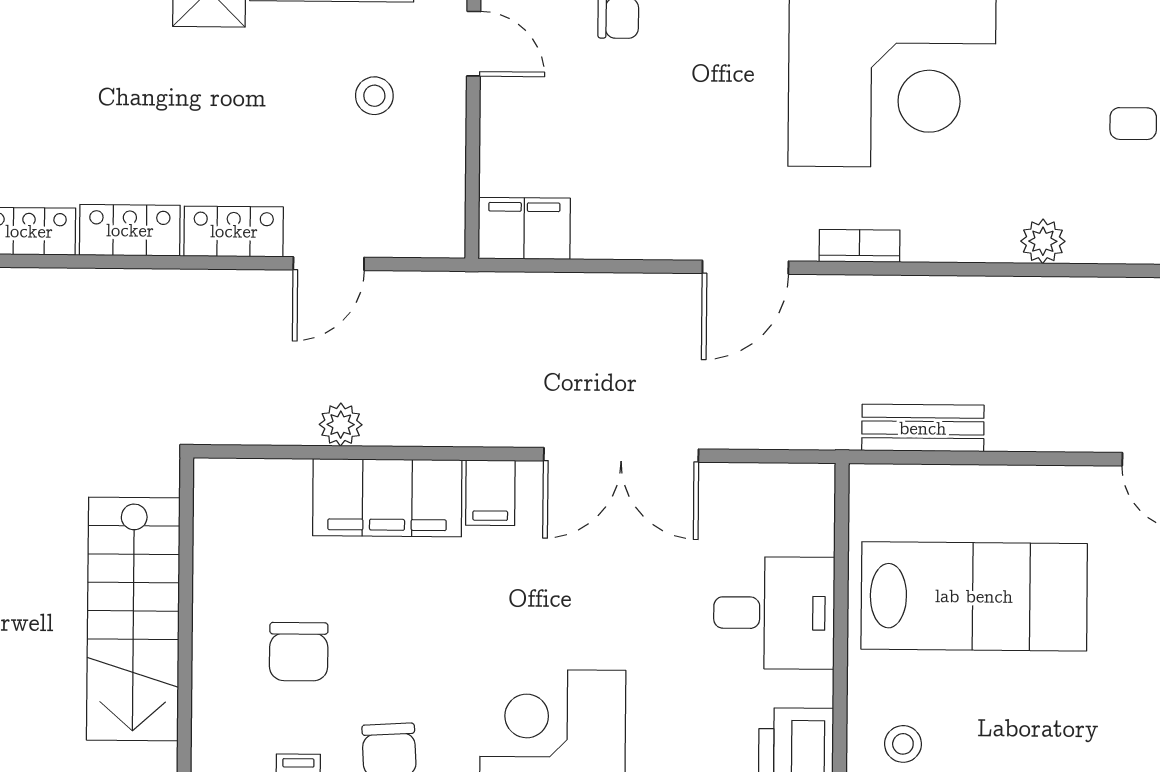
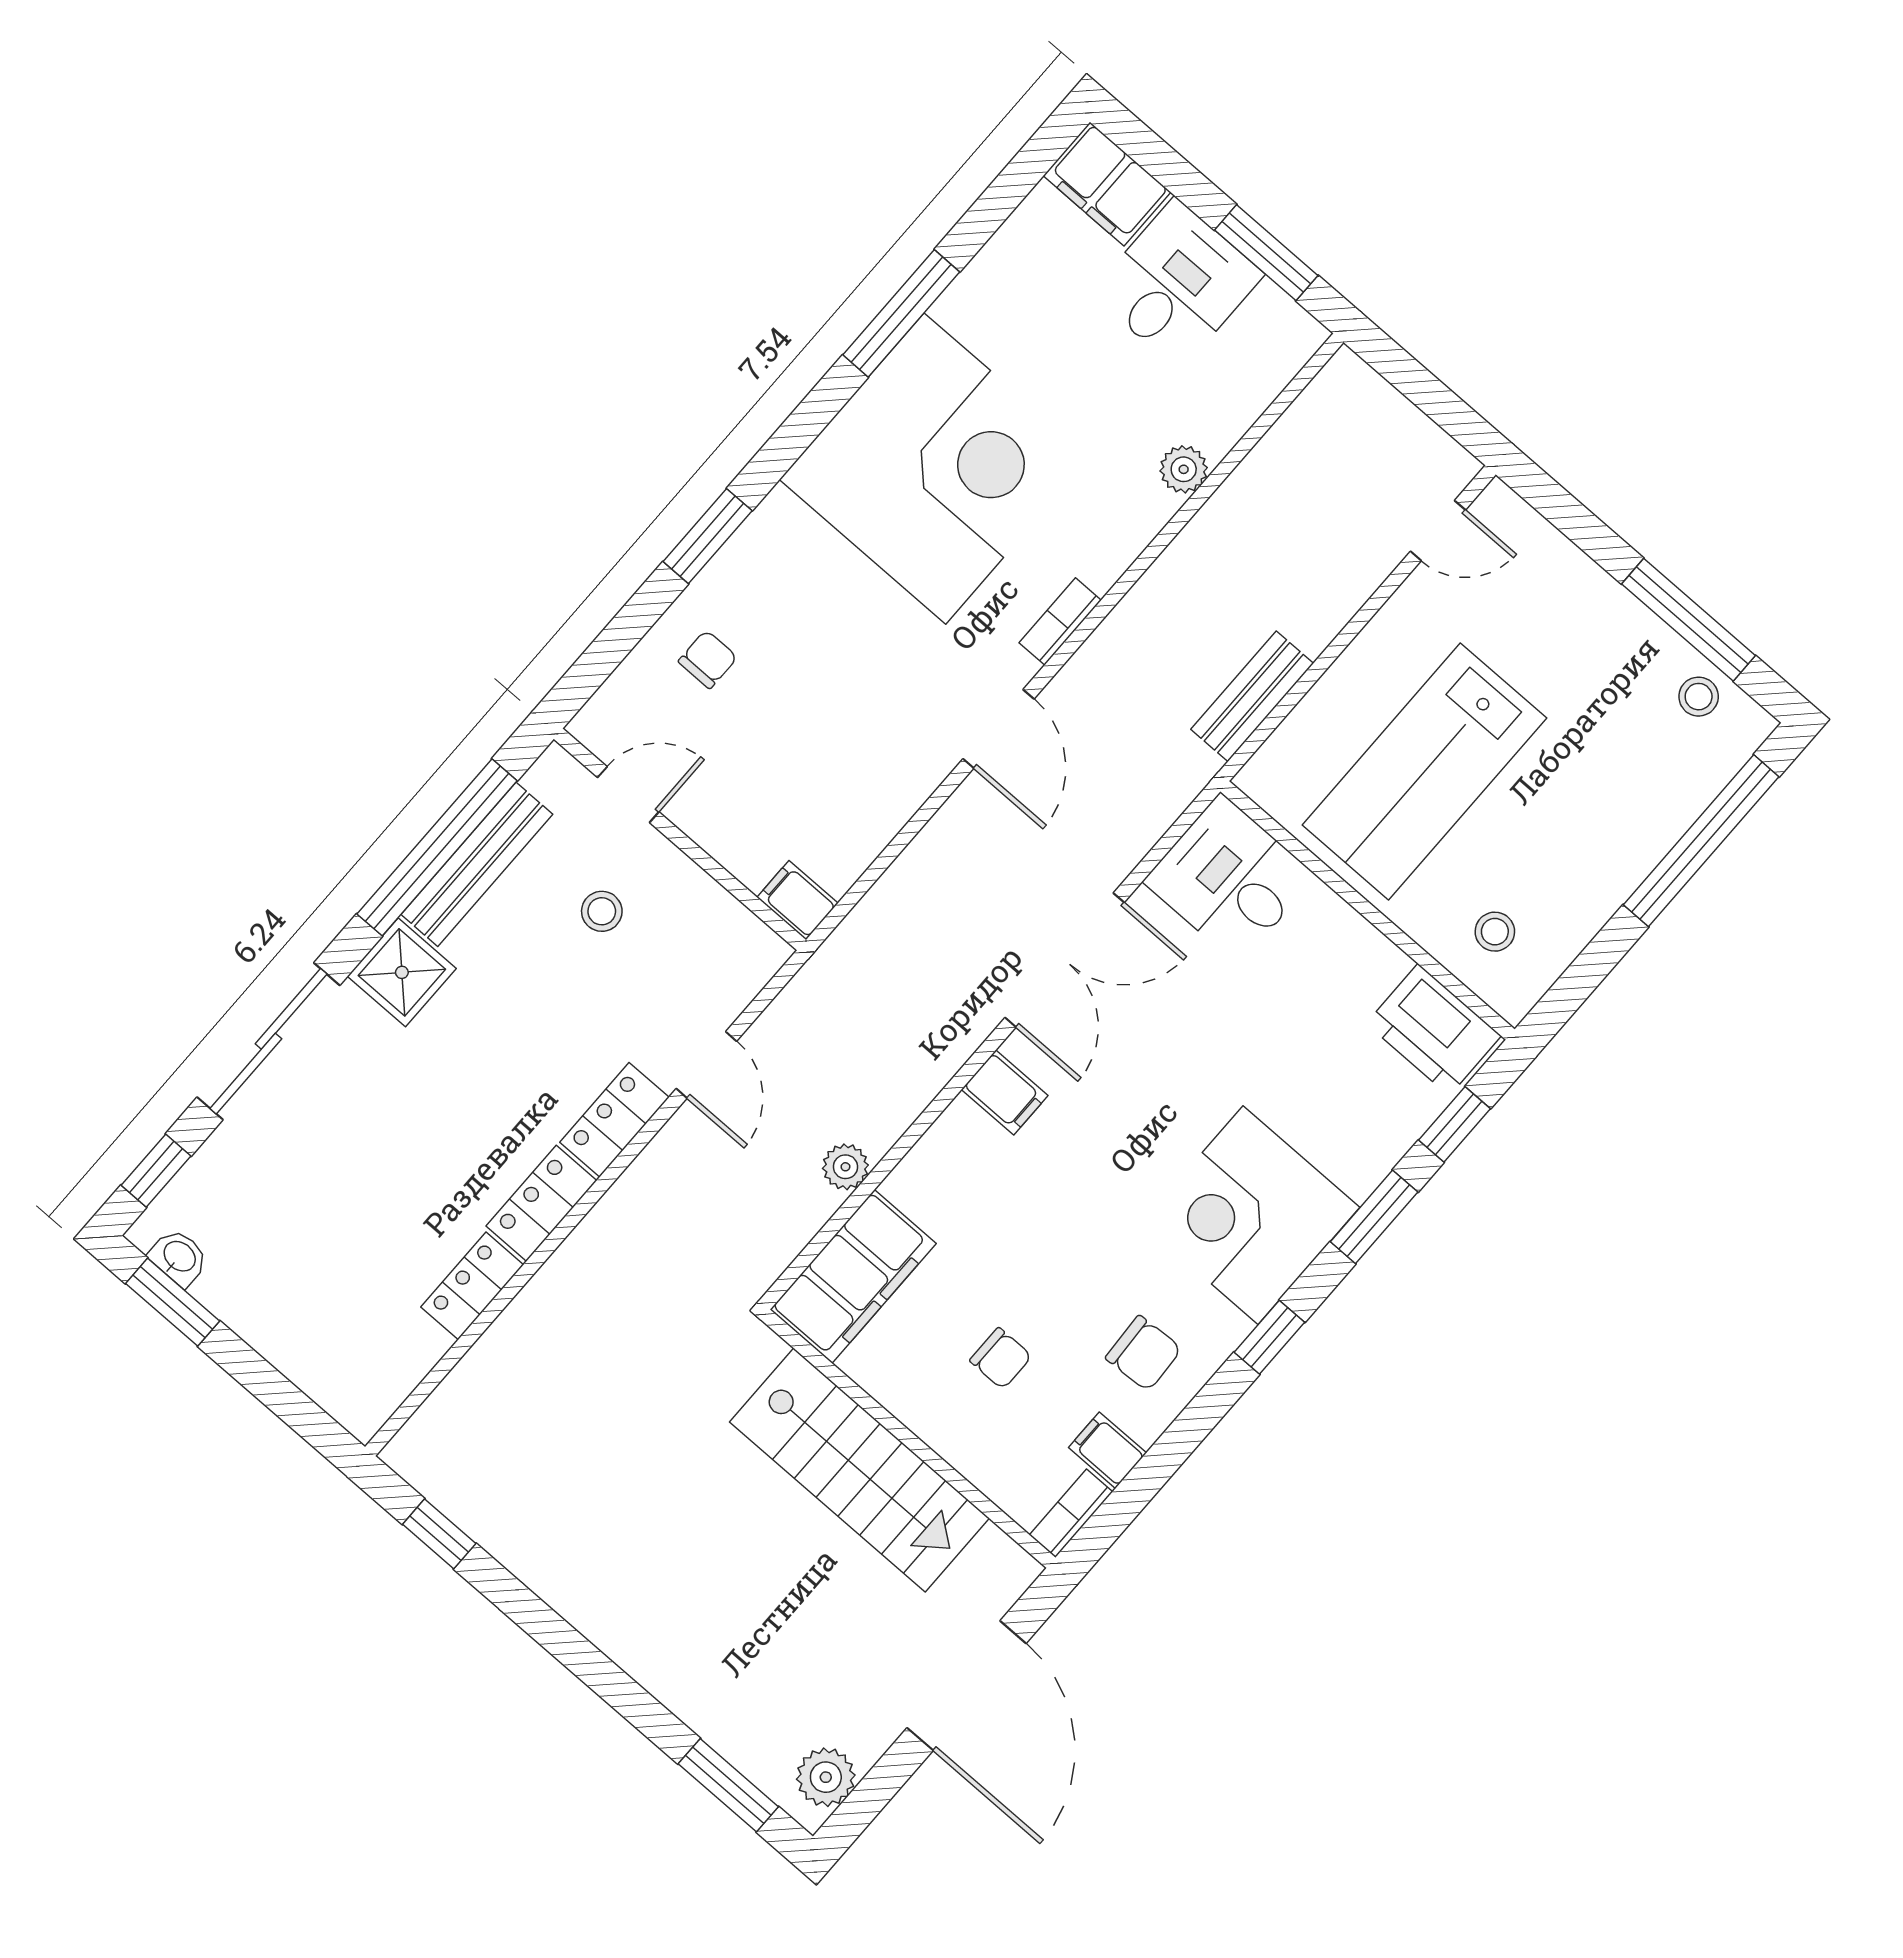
filing cabinet: (524, 228) -> (797, 900), width x0.50
filing cabinet: (387, 498) -> (853, 1276), moved
lab bench: (974, 596) -> (1424, 771), turned 180
desk: (774, 613) -> (1230, 879), moved, turned -90
chair: (299, 652) -> (1001, 1358), width x0.73, depth x0.73

